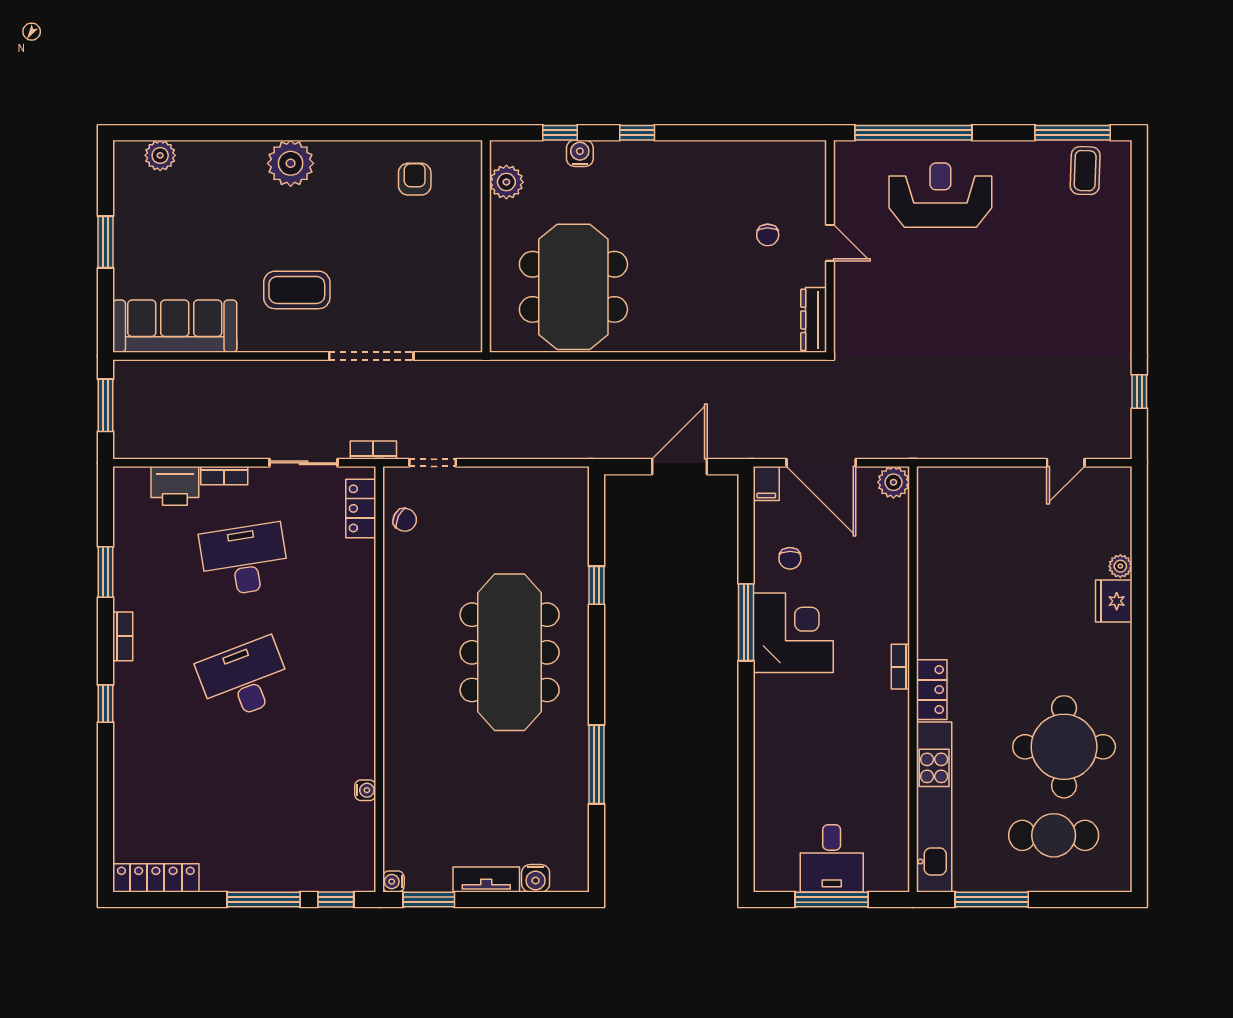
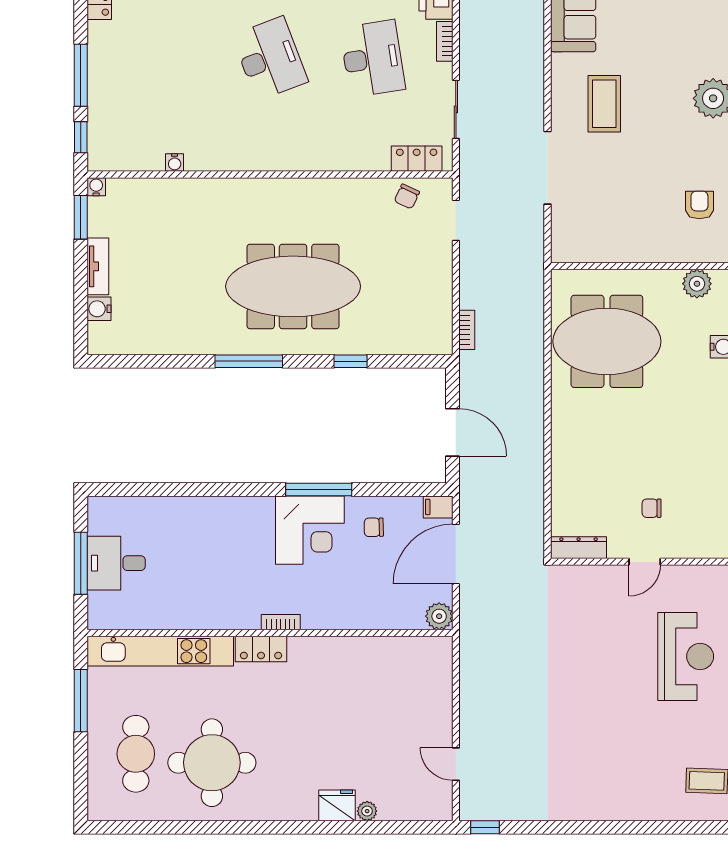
armchair: (415, 179) -> (699, 205), turned -90
window: (1139, 392) -> (485, 827), moved
bookcase: (373, 450) -> (467, 330), moved
window: (597, 764) -> (249, 361), moved

